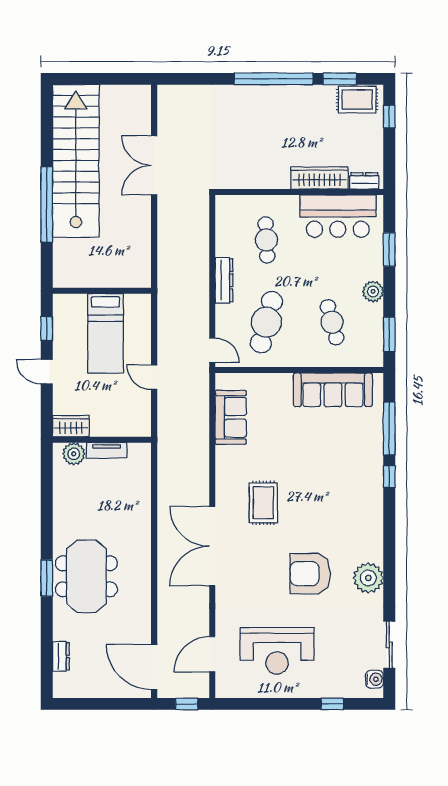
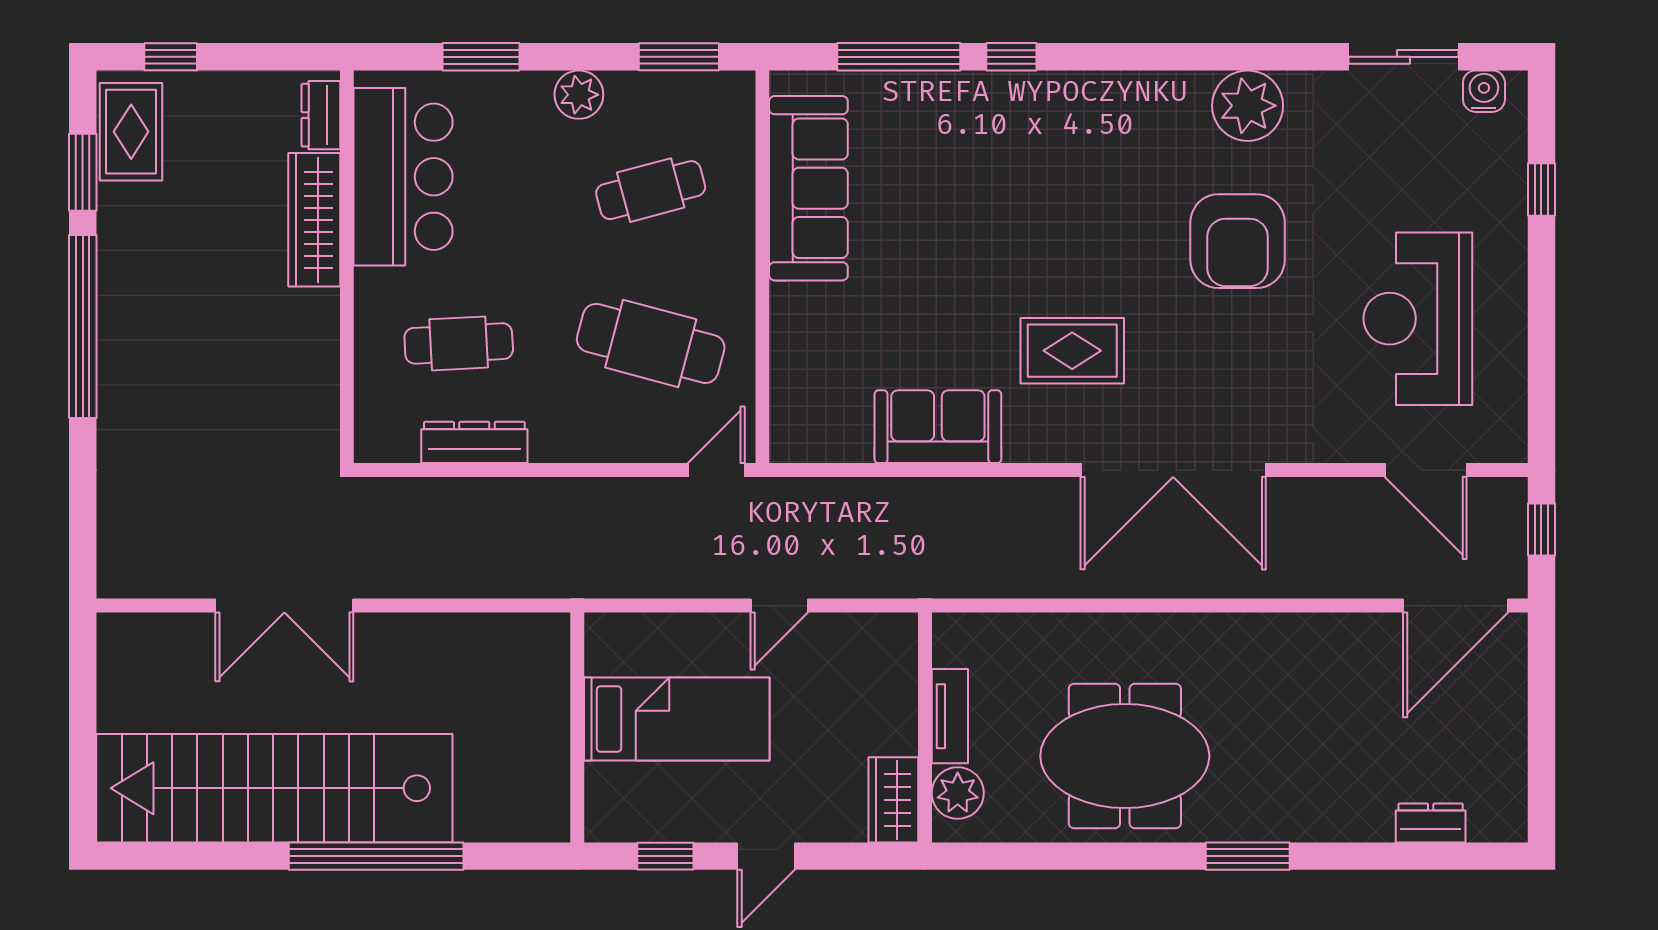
dresser: (224, 280) -> (474, 442), moved
sofa: (231, 417) -> (938, 427), moved
meeting table: (86, 576) -> (1125, 756), moved
reception desk: (277, 651) -> (1418, 319), turned 180

